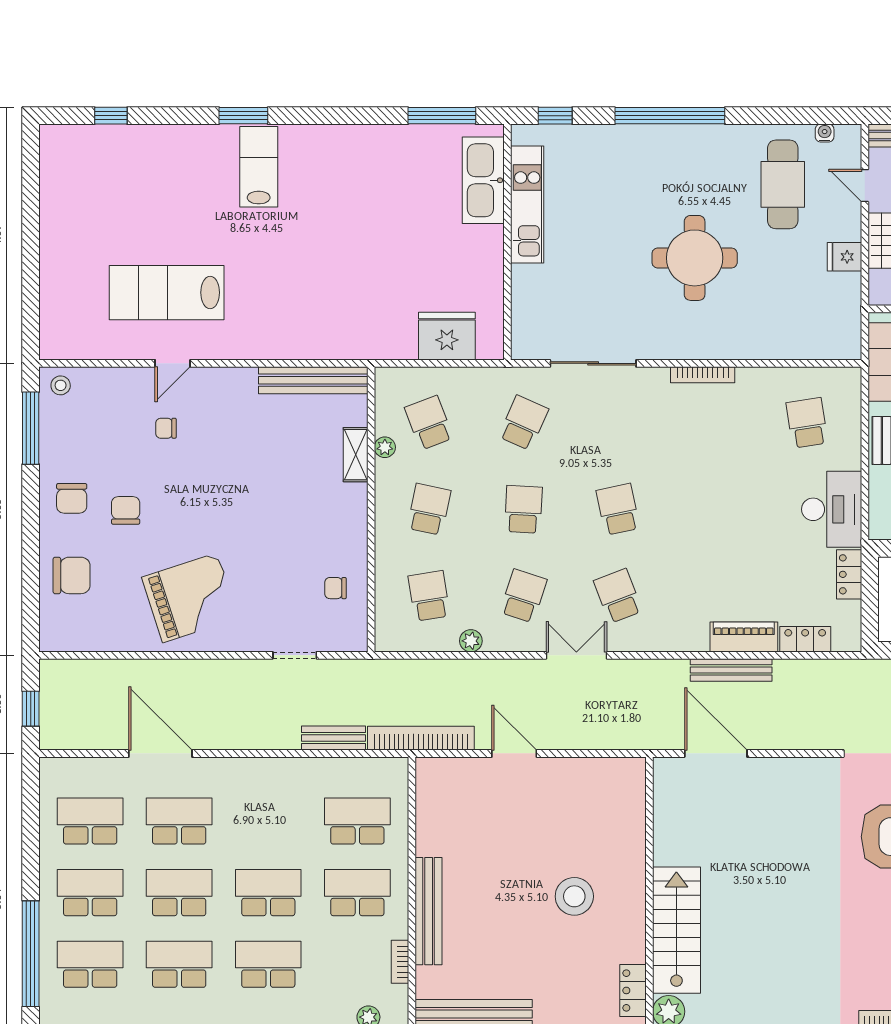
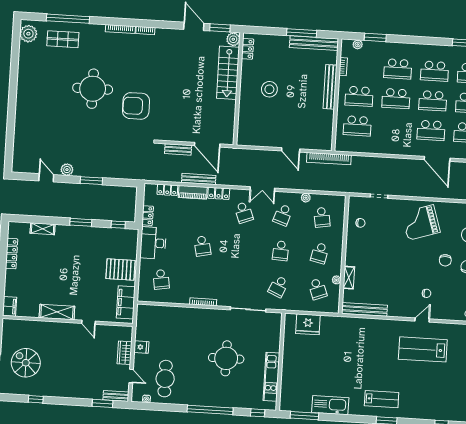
lab bench: (259, 167) -> (382, 399), turned -90
kitchen sink: (483, 180) -> (330, 405), moved, turned -90
round table: (695, 258) -> (226, 358), moved
lab bench: (167, 293) -> (423, 349), turned 180
school desk: (618, 509) -> (202, 246), moved
locker: (681, 638) -> (219, 193), added
bench: (334, 738) -> (178, 149), moved

